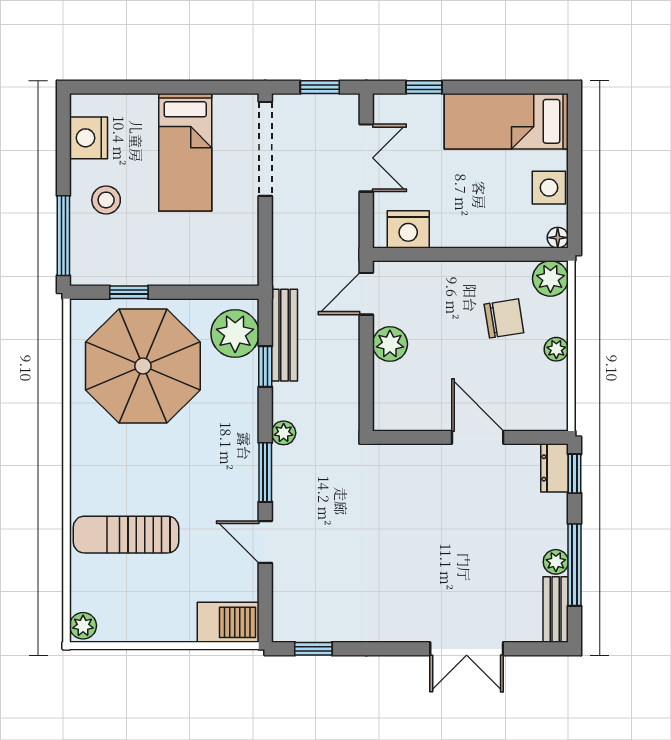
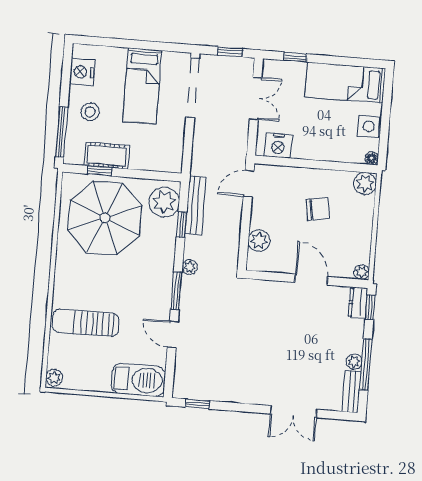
cot: (138, 267) -> (107, 156), added
chair: (504, 318) -> (318, 209), moved
plant: (390, 344) -> (259, 241), moved
plant: (556, 349) -> (362, 272), moved
barbecue: (228, 622) -> (138, 380), width x1.37, depth x1.21

